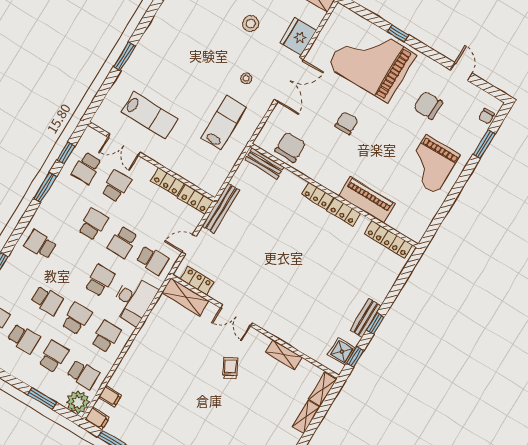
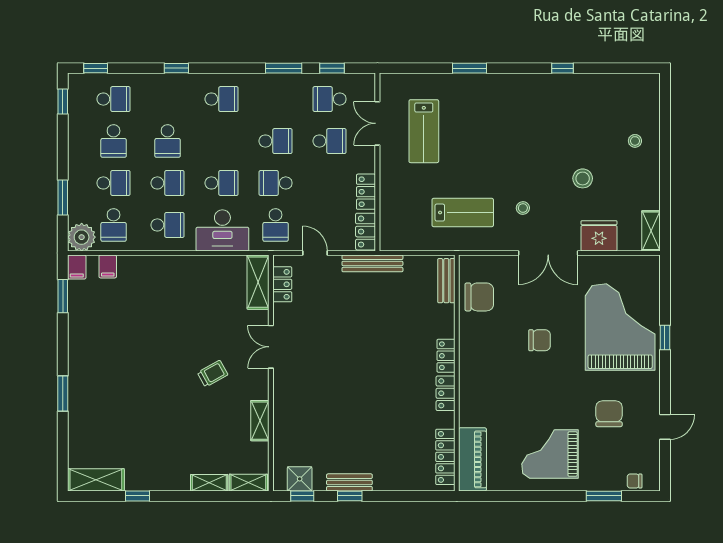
piano: (367, 200) -> (472, 459), moved
school desk: (40, 244) -> (222, 99), turned 90

